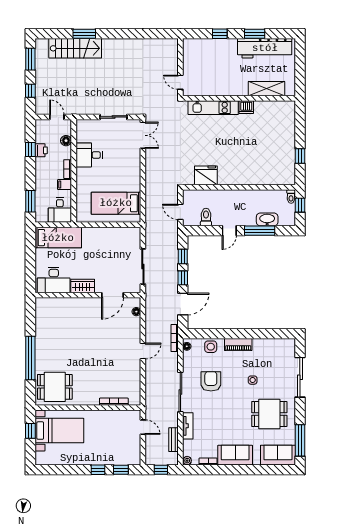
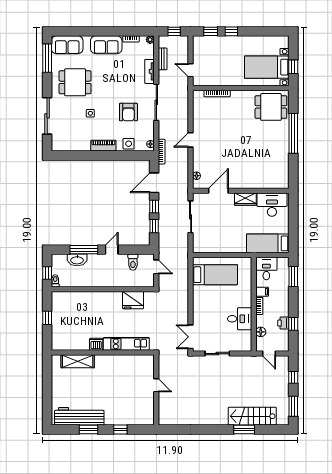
shelving: (266, 89) -> (78, 361), moved
wall: (239, 98) -> (103, 352), moved
dishwasher: (246, 107) -> (96, 344), moved
kitchen unit: (213, 108) -> (126, 344), moved

